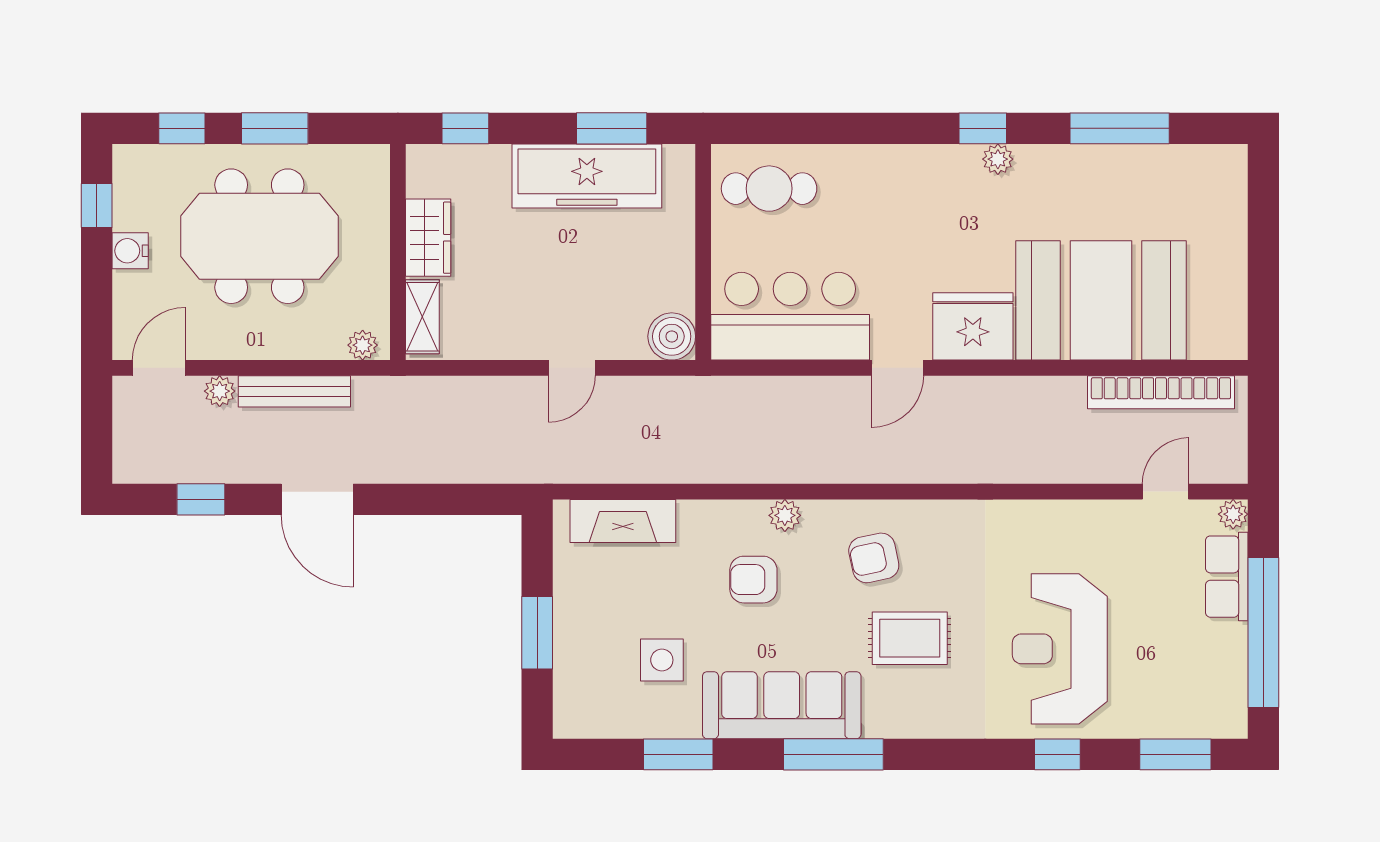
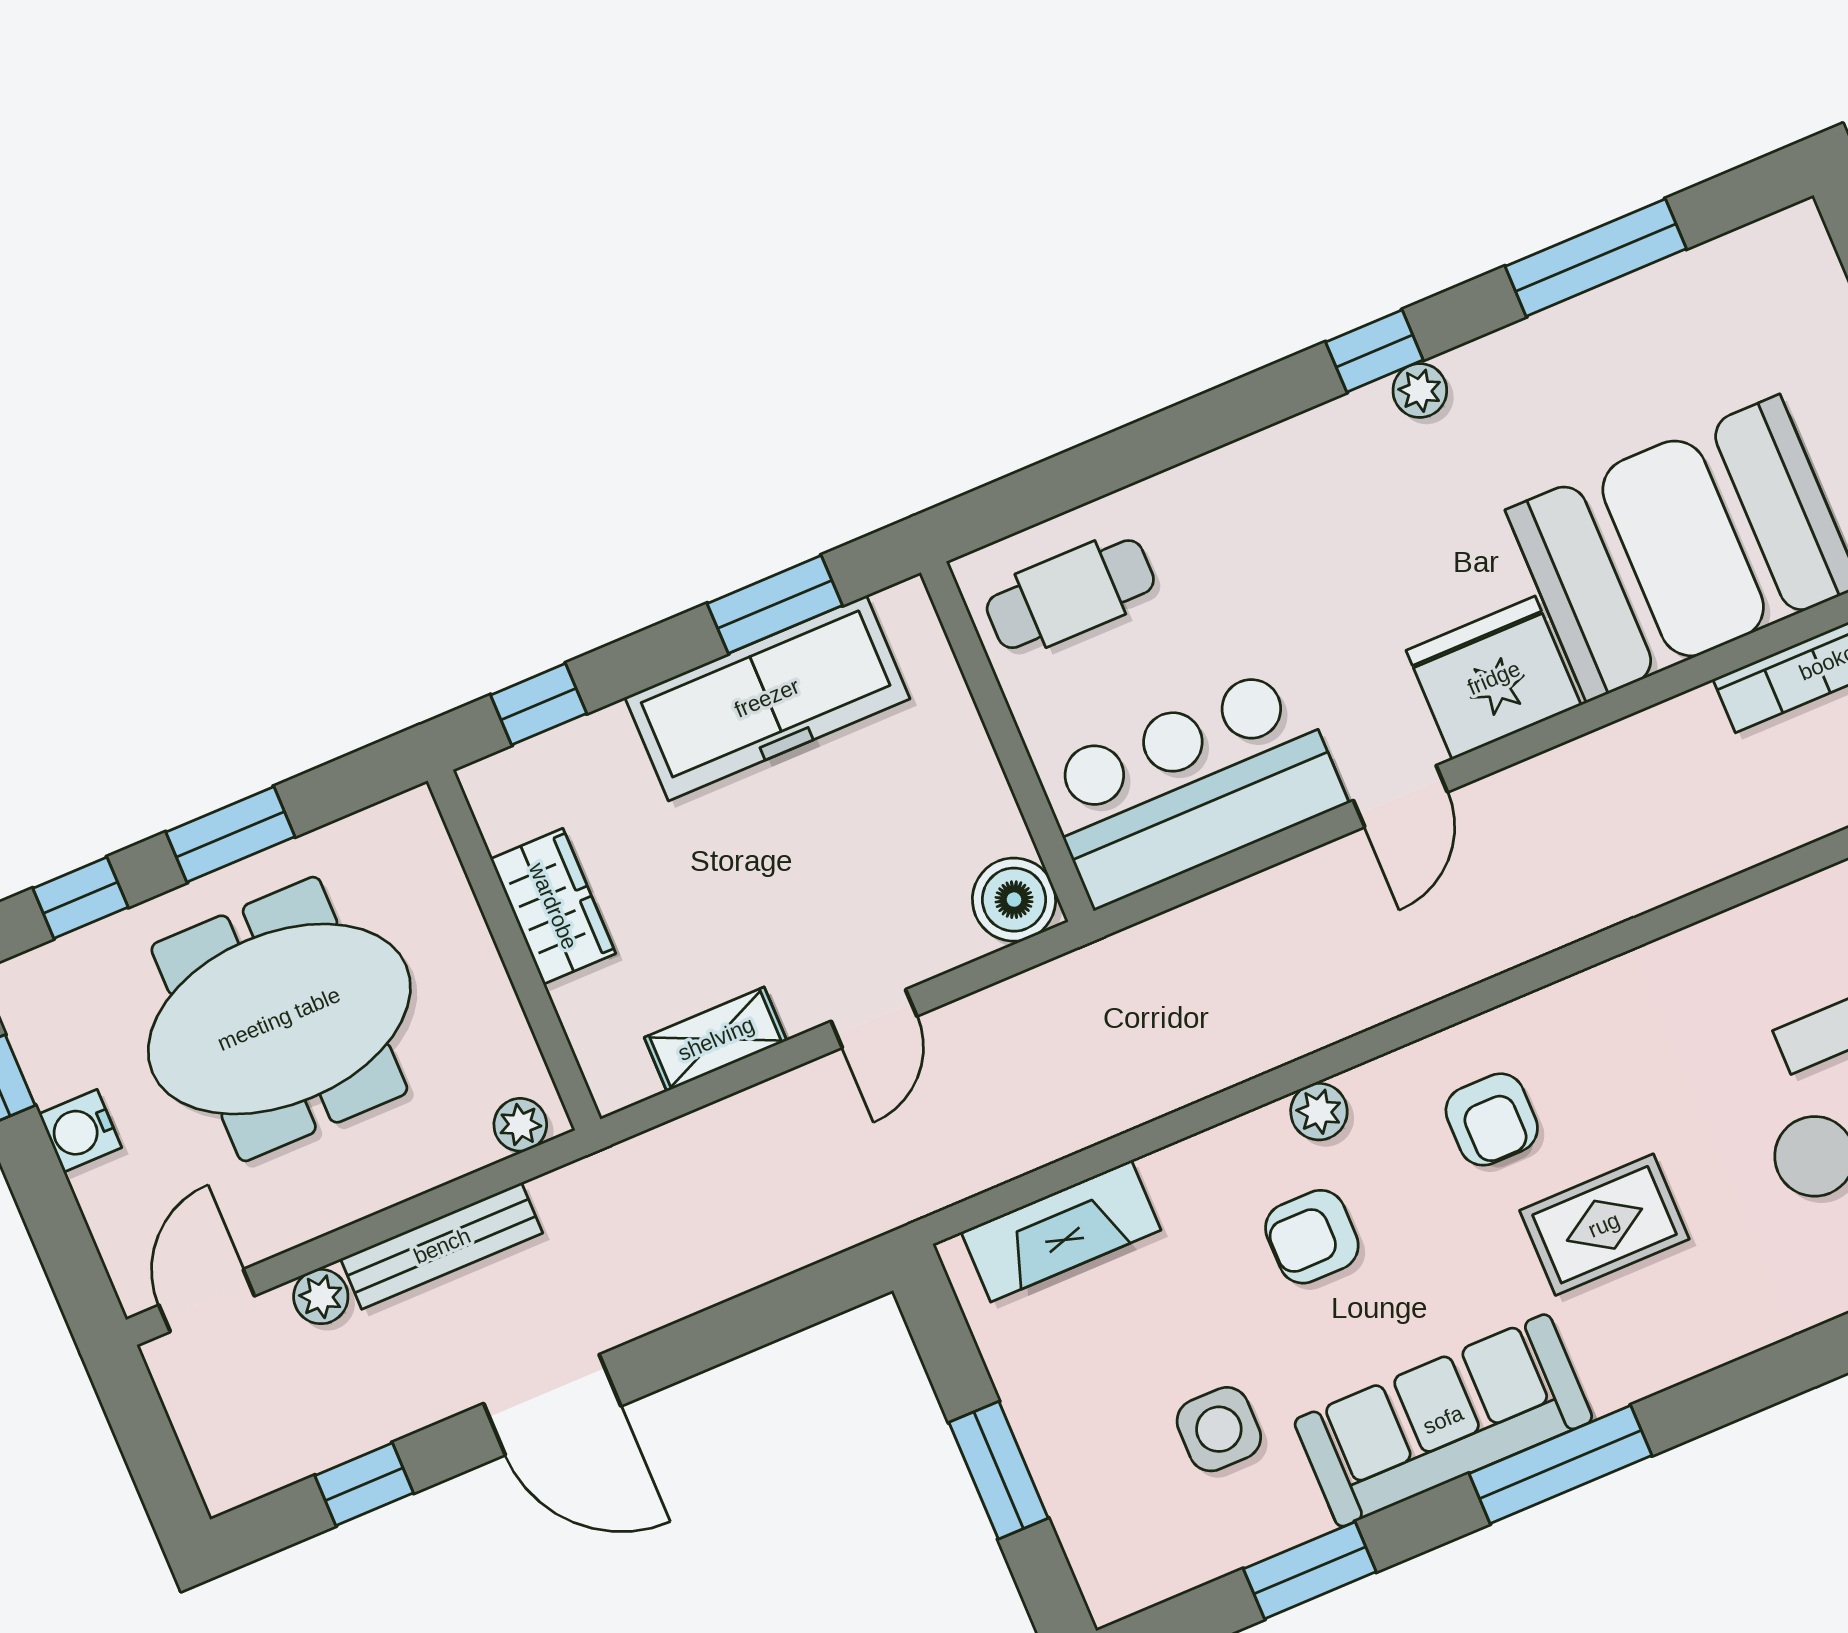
shelving: (422, 317) -> (716, 1039), moved, turned 90
armchair: (874, 558) -> (1492, 1119), turned -78

